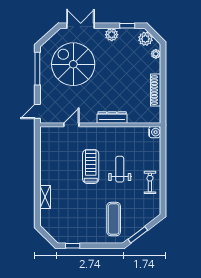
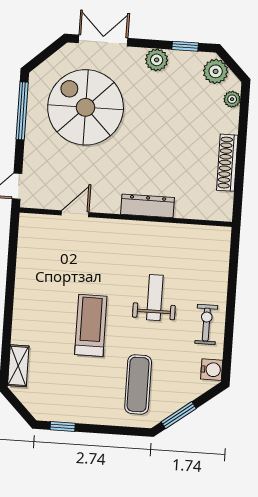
water cooler: (155, 132) -> (212, 370), moved
treadmill: (91, 166) -> (91, 325), moved
shelving: (45, 197) -> (18, 366), moved

